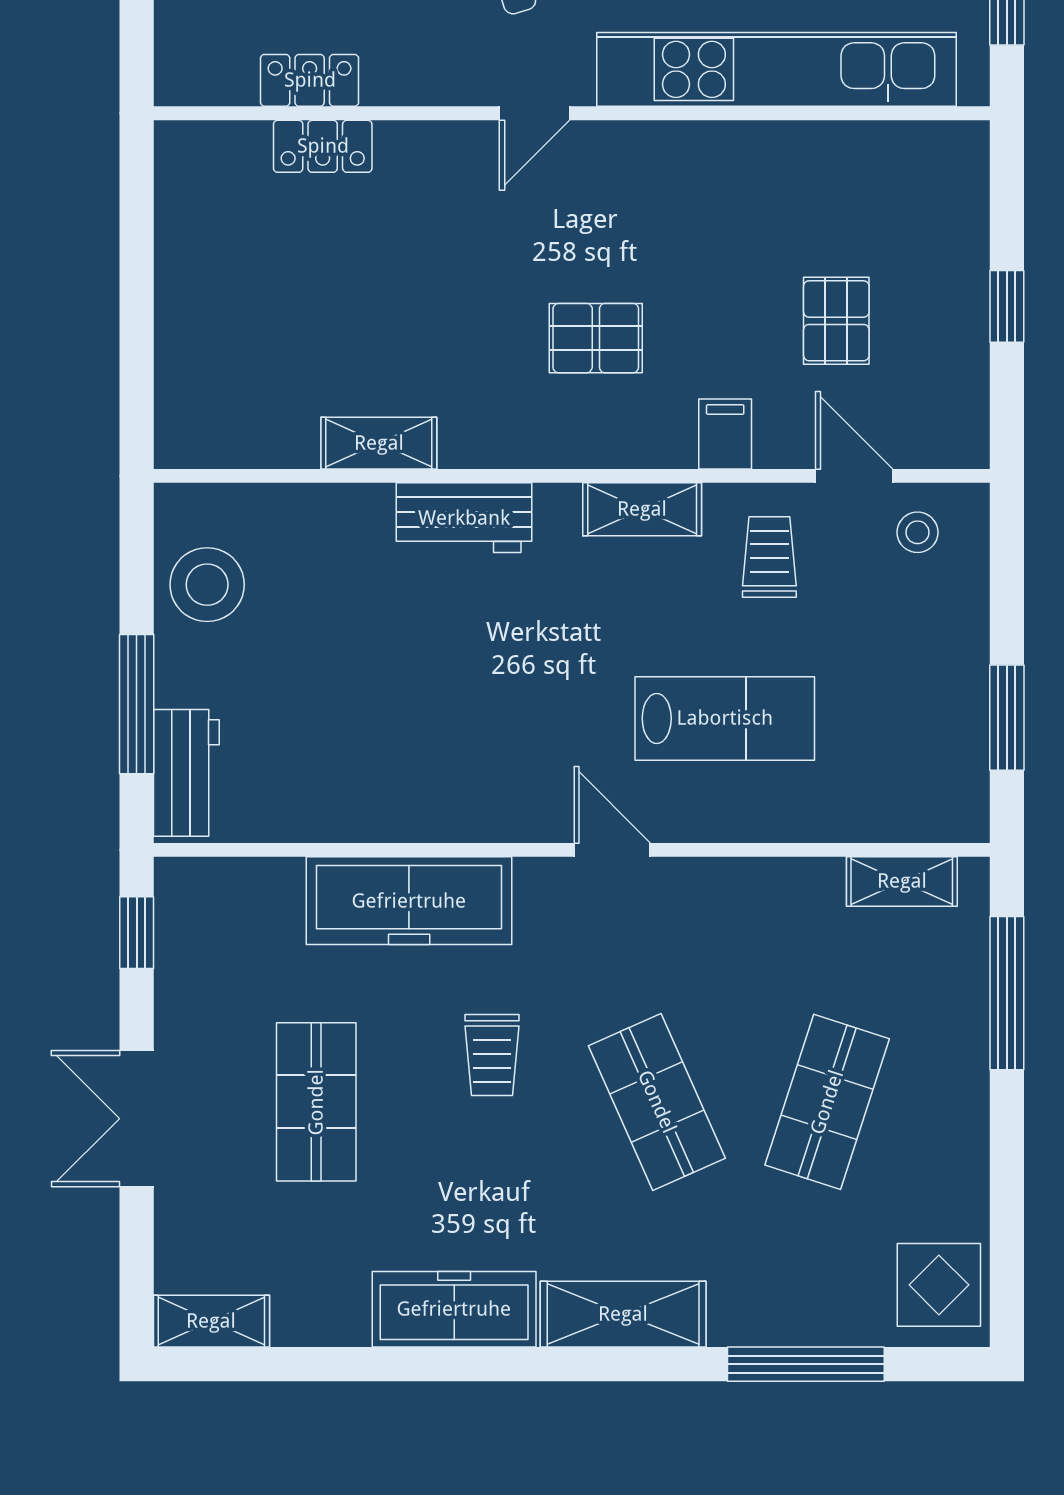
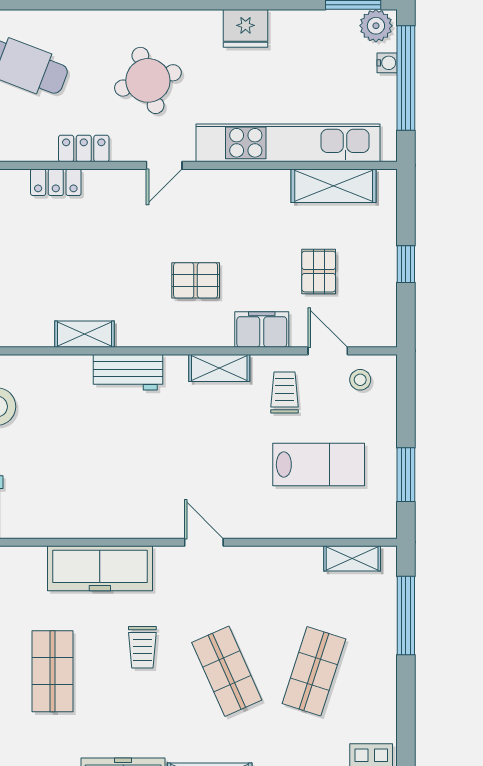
locker: (310, 80) -> (84, 148), moved
shelving: (865, 153) -> (334, 186), added
filing cabinet: (725, 434) -> (262, 329), width x2.00
lab bench: (725, 718) -> (319, 465), moved

